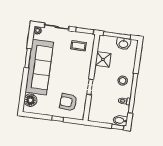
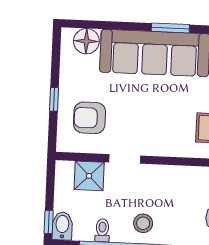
shower: (103, 59) -> (89, 176), moved
armchair: (68, 102) -> (89, 118), turned -94

